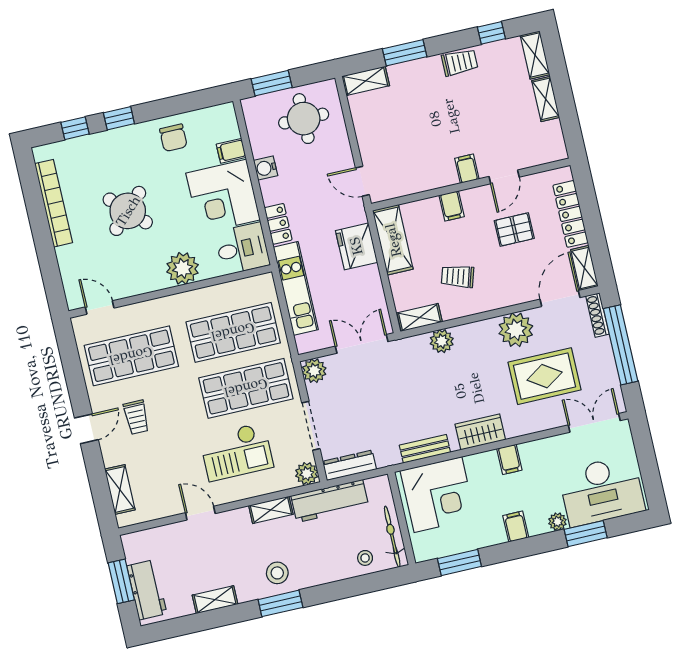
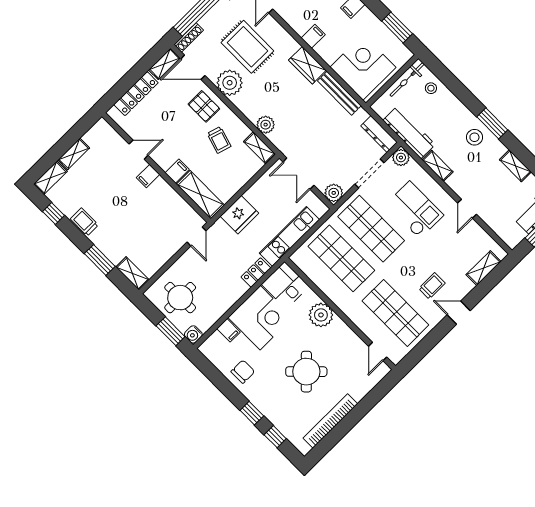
water cooler: (266, 168) -> (193, 334), moved, turned 90
pallet: (514, 230) -> (204, 106), moved
shelving: (393, 240) -> (200, 195), moved, turned 90
bench: (425, 449) -> (339, 93), width x1.36

